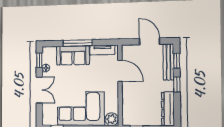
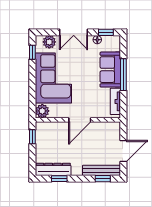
door: (120, 71) -> (80, 120), moved
window: (177, 84) -> (59, 179), moved
plant: (48, 112) -> (49, 42), added

